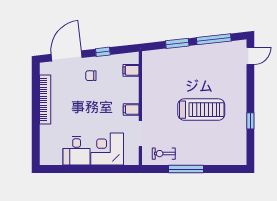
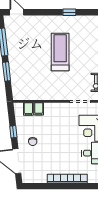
bookcase: (45, 99) -> (67, 179), moved
filing cabinet: (131, 109) -> (39, 109), moved

